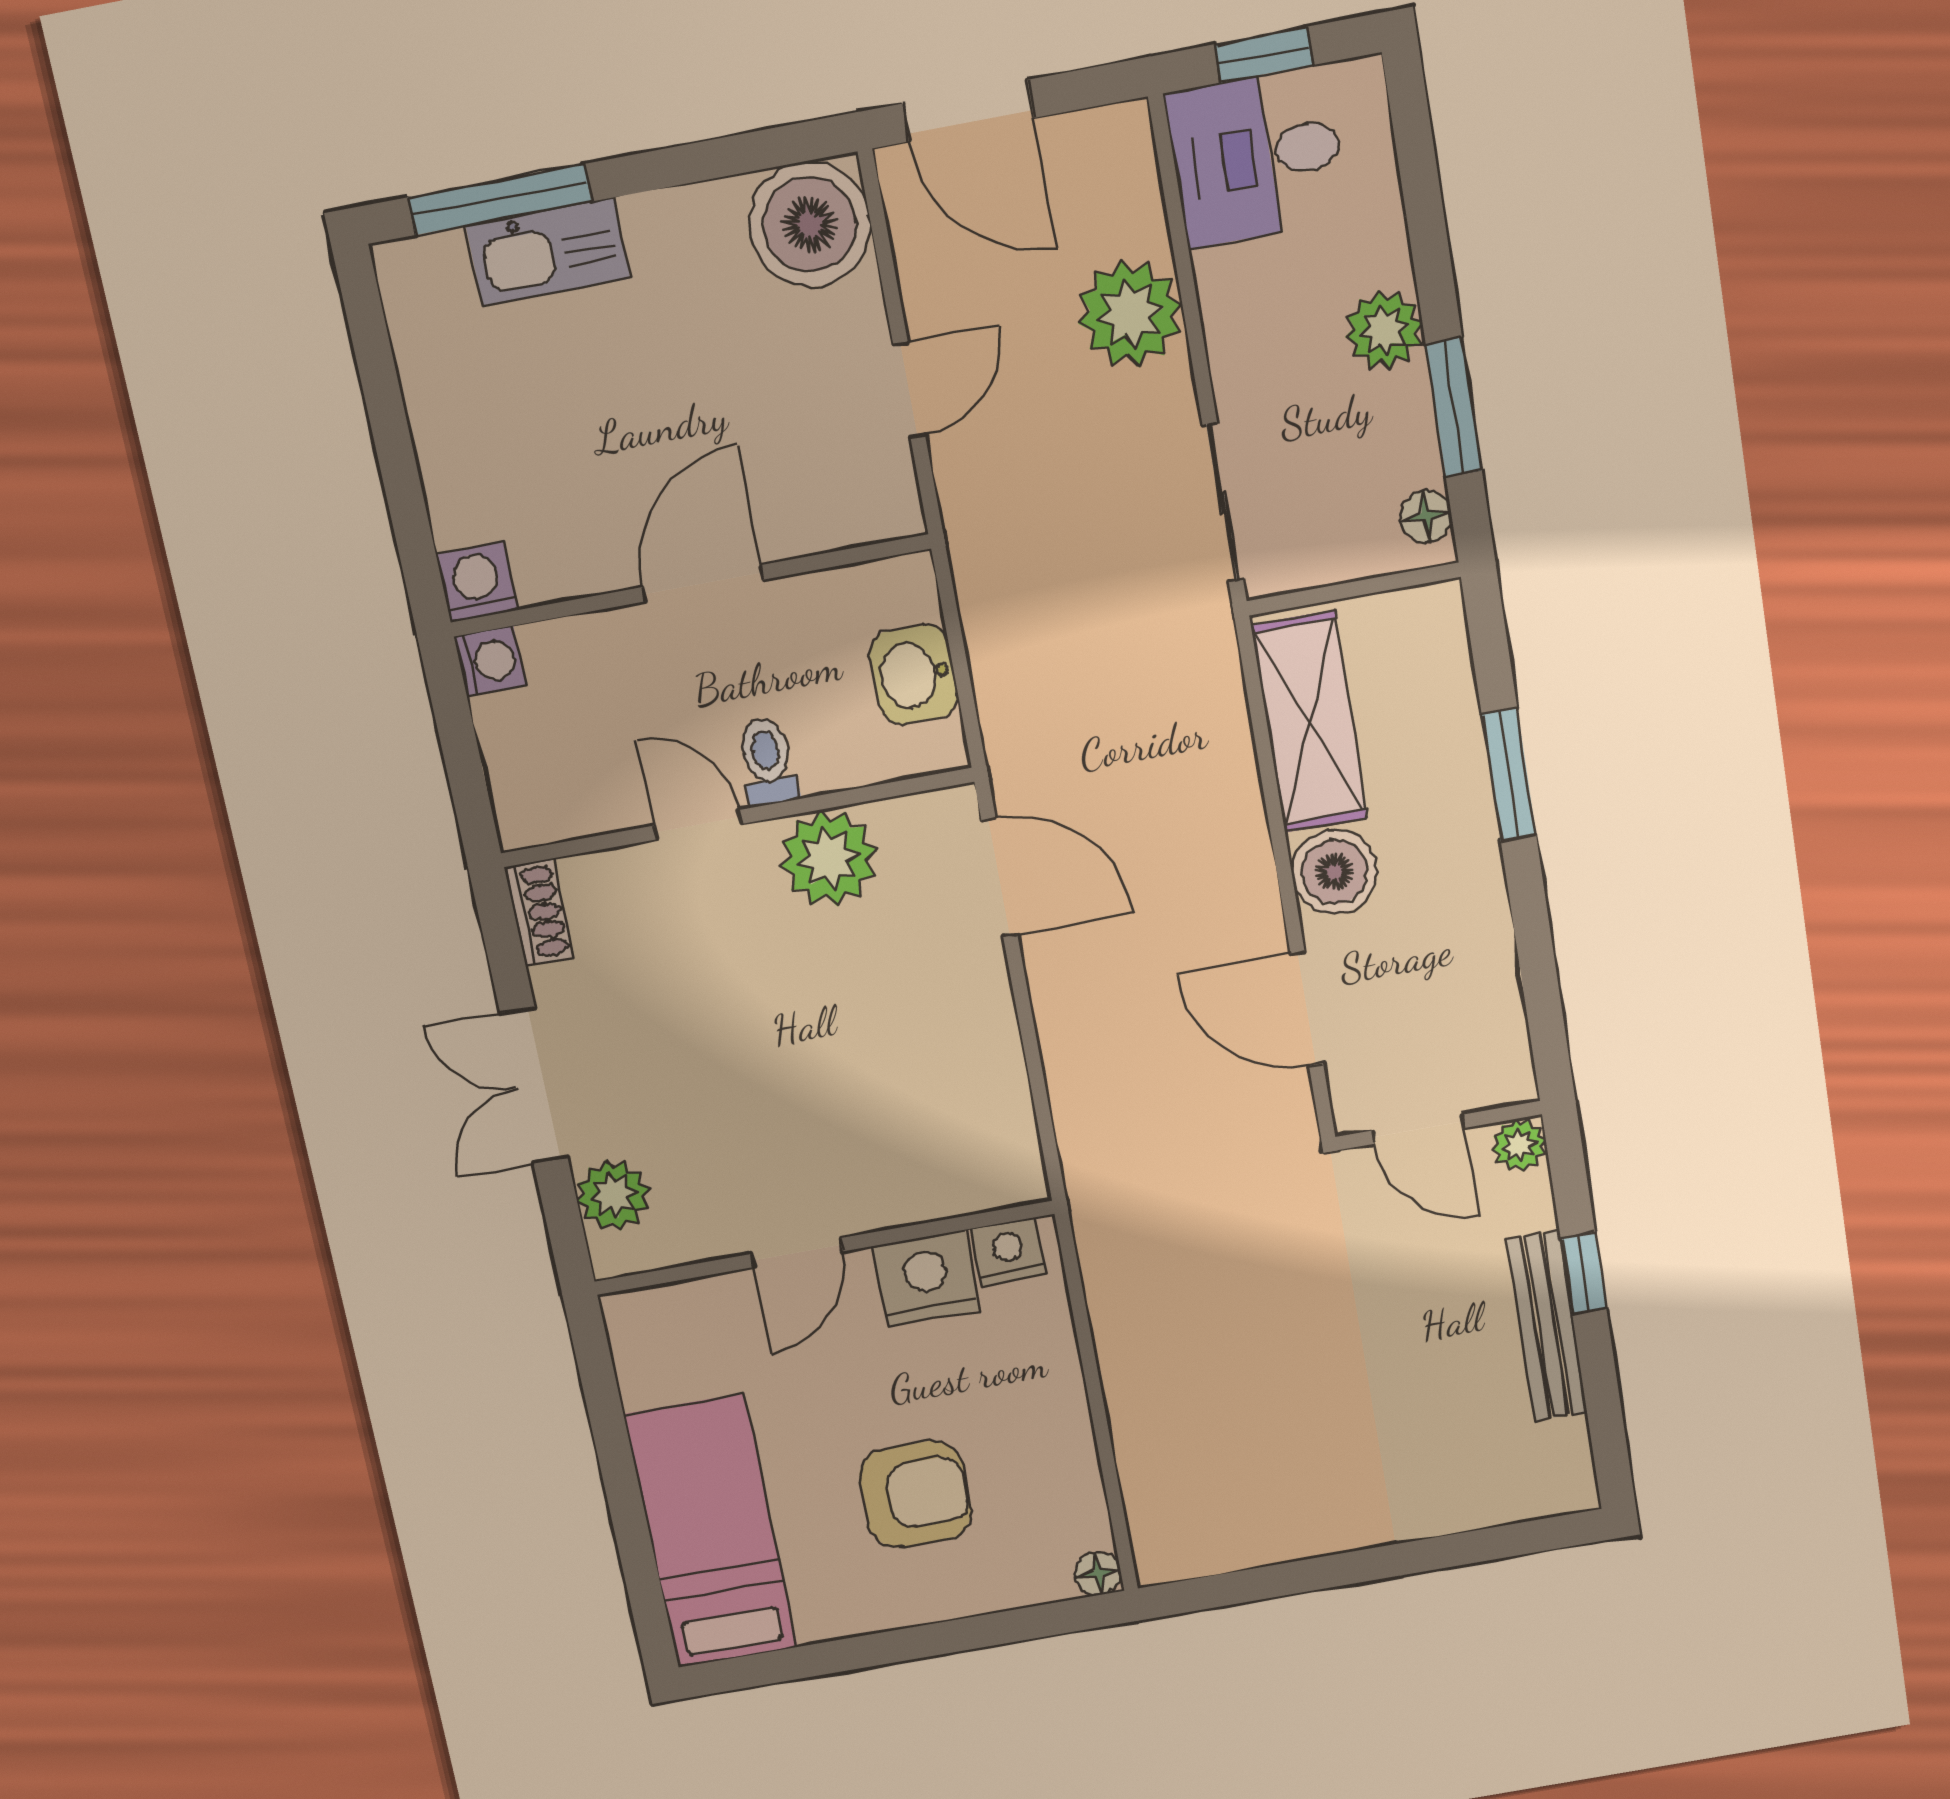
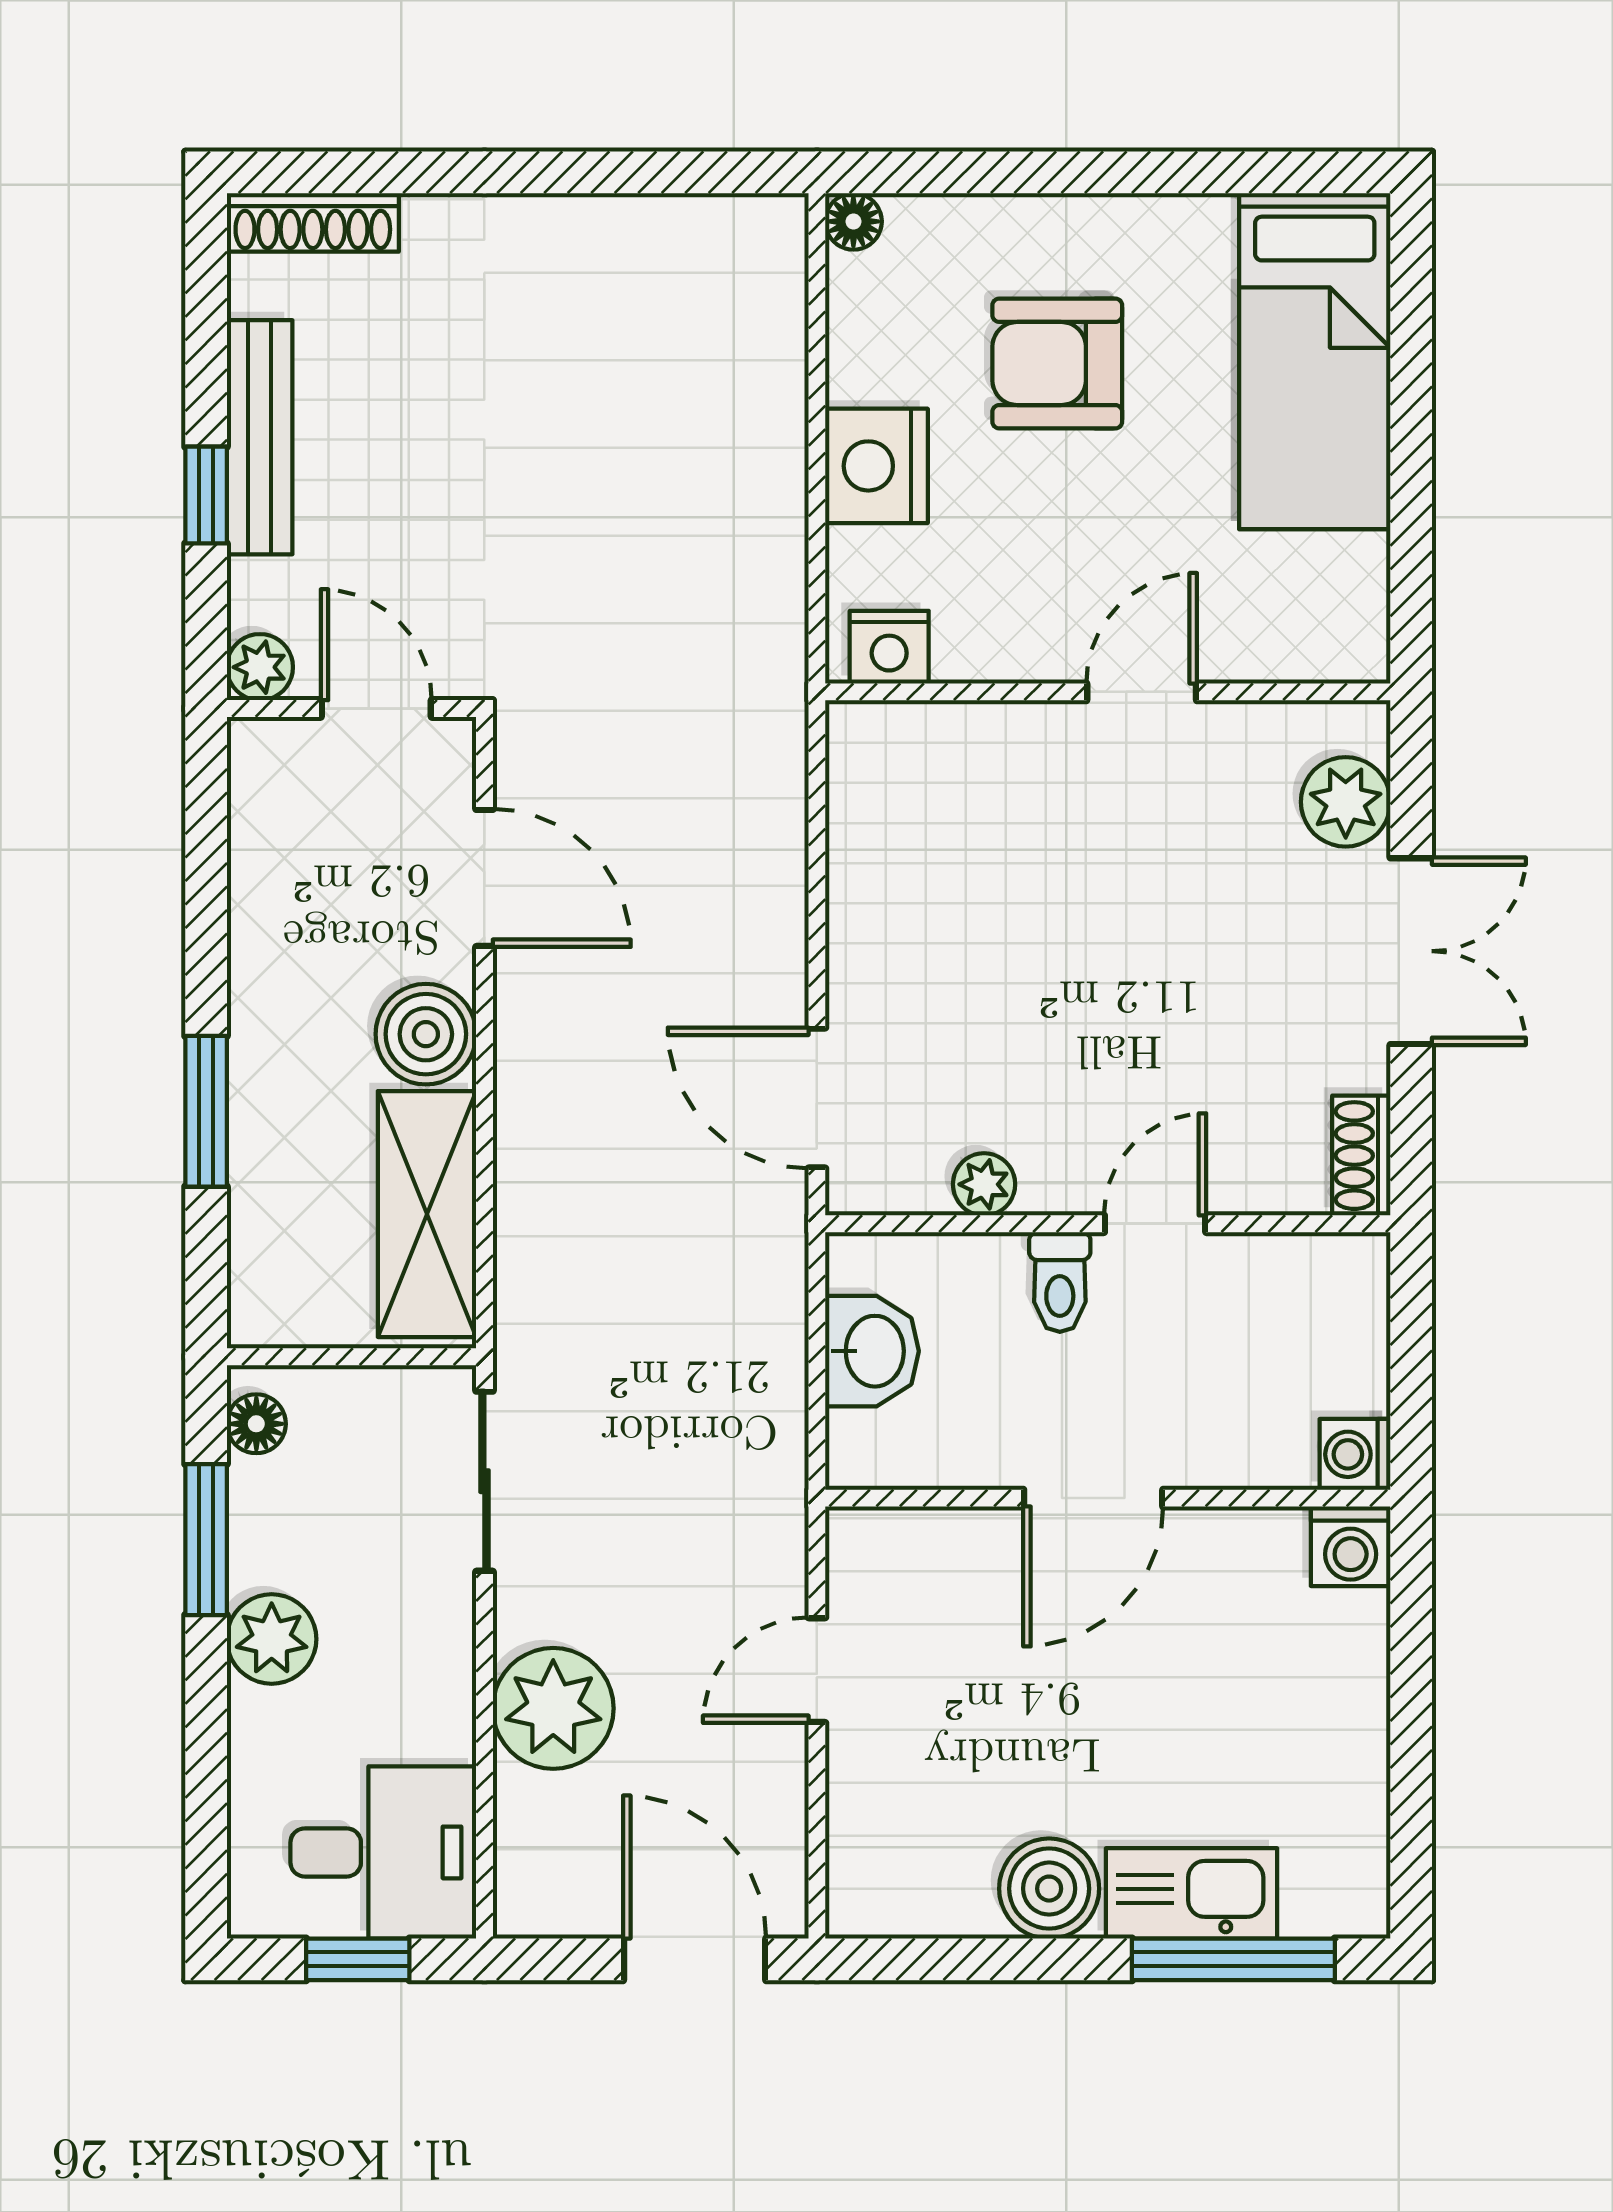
boiler: (810, 224) -> (1049, 1889), moved, width x0.73, depth x0.73
door: (698, 825) -> (1155, 1224), swing flipped
plant: (828, 858) -> (984, 1184), width x0.53, depth x0.53
nightstand: (926, 1278) -> (877, 466), moved, turned 90
shoe rack: (1529, 1498) -> (313, 222), added

